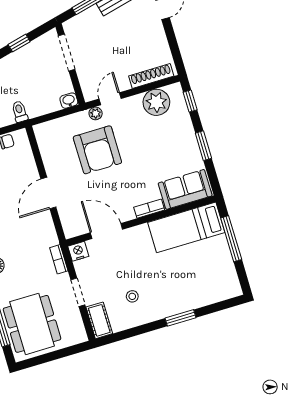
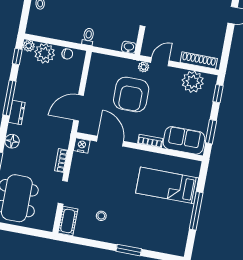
sofa: (185, 189) -> (184, 140), moved
bookcase: (149, 209) -> (150, 141), moved
wall: (141, 221) -> (139, 147), moved
door: (106, 231) -> (110, 141), moved
nightstand: (78, 251) -> (82, 145), moved

